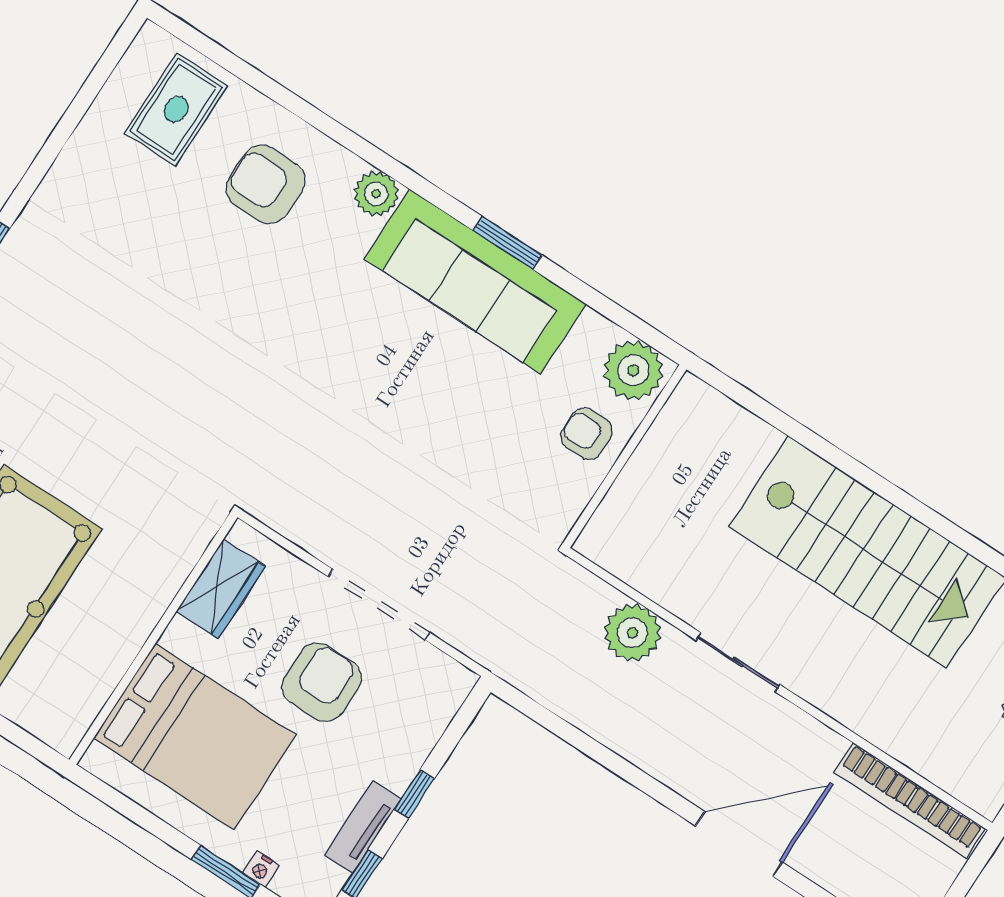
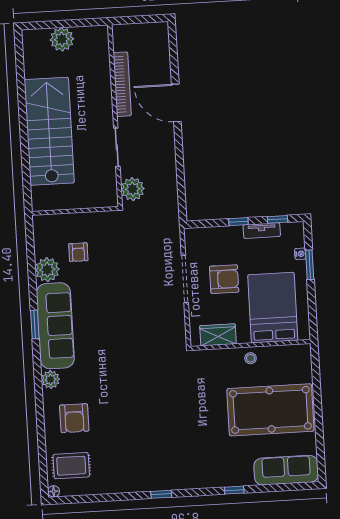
floor lamp: (151, 37) -> (54, 491), added
plant: (633, 370) -> (47, 270), moved
wall: (625, 456) -> (75, 211), moved
stool: (127, 619) -> (250, 358), added
armchair: (322, 682) -> (224, 279), turned 180
bookcase: (910, 800) -> (122, 84), moved

